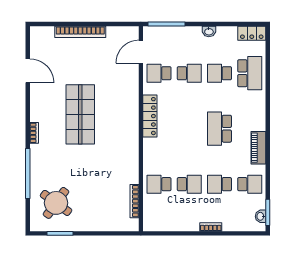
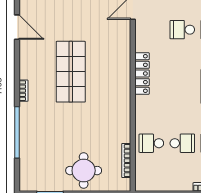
school desk: (159, 73) -> (151, 30), removed
school desk: (189, 73) -> (182, 30), turned 180
round table: (56, 203) -> (84, 171), moved, turned -36

